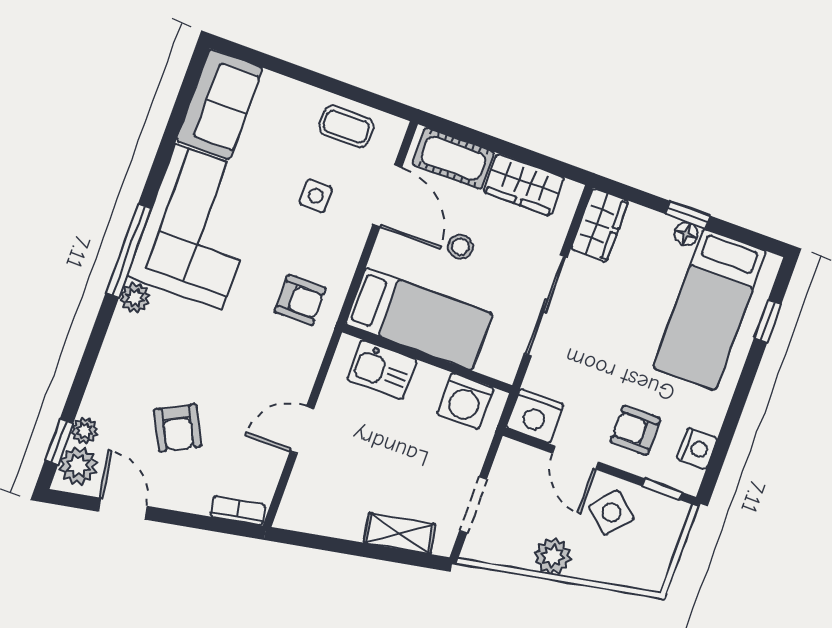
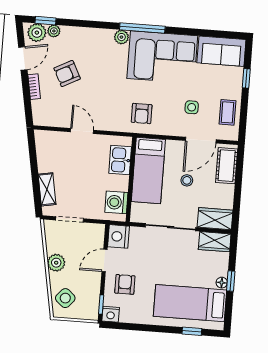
window: (288, 69) -> (246, 78), added
wardrobe: (524, 185) -> (215, 219), moved, turned 90
nightstand: (697, 448) -> (111, 314), moved
bookcase: (238, 511) -> (34, 87), moved
side table: (611, 513) -> (65, 298), moved

